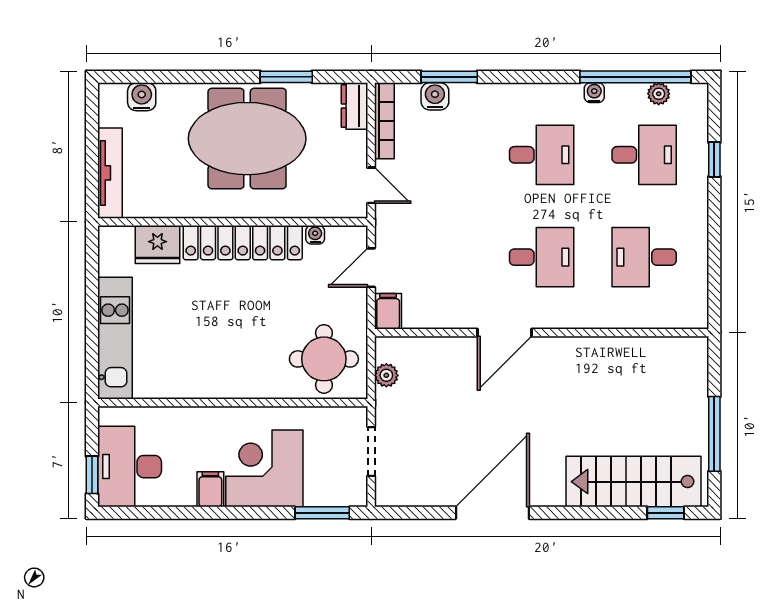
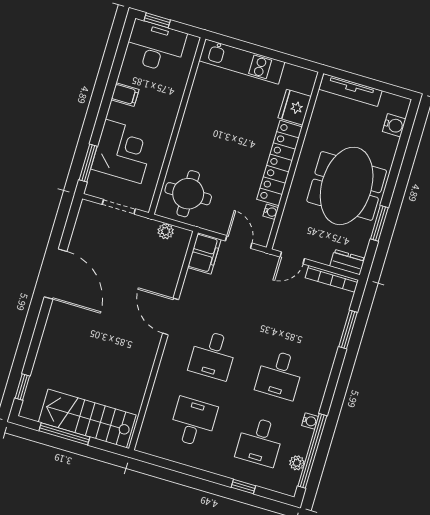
water cooler: (435, 96) -> (338, 316), removed
filing cabinet: (388, 311) -> (204, 253), width x2.00
corner desk: (264, 468) -> (123, 151), moved
stairs: (634, 482) -> (87, 418), moved, turned -90

